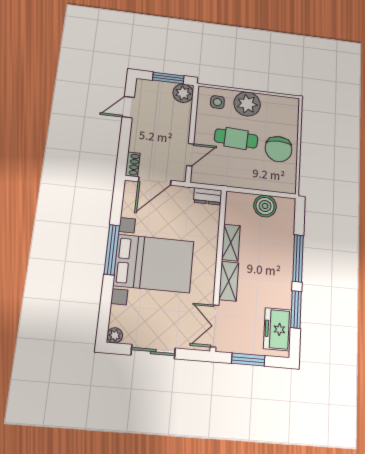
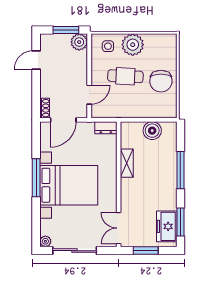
shelving: (229, 281) -> (127, 193), removed
window: (296, 309) -> (180, 222), moved
sliding door: (153, 352) -> (75, 251), width x1.37

